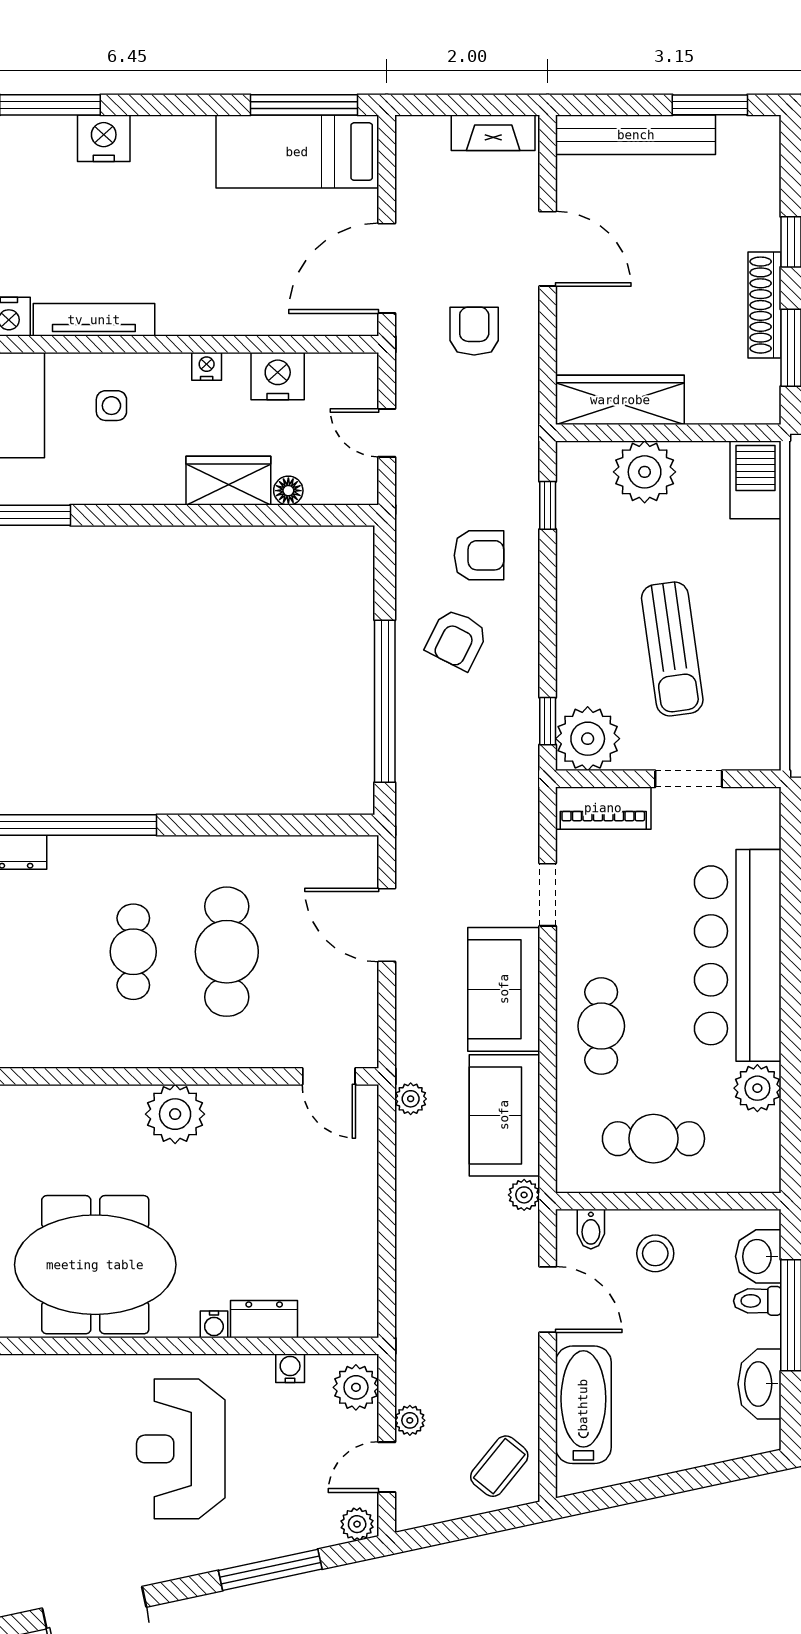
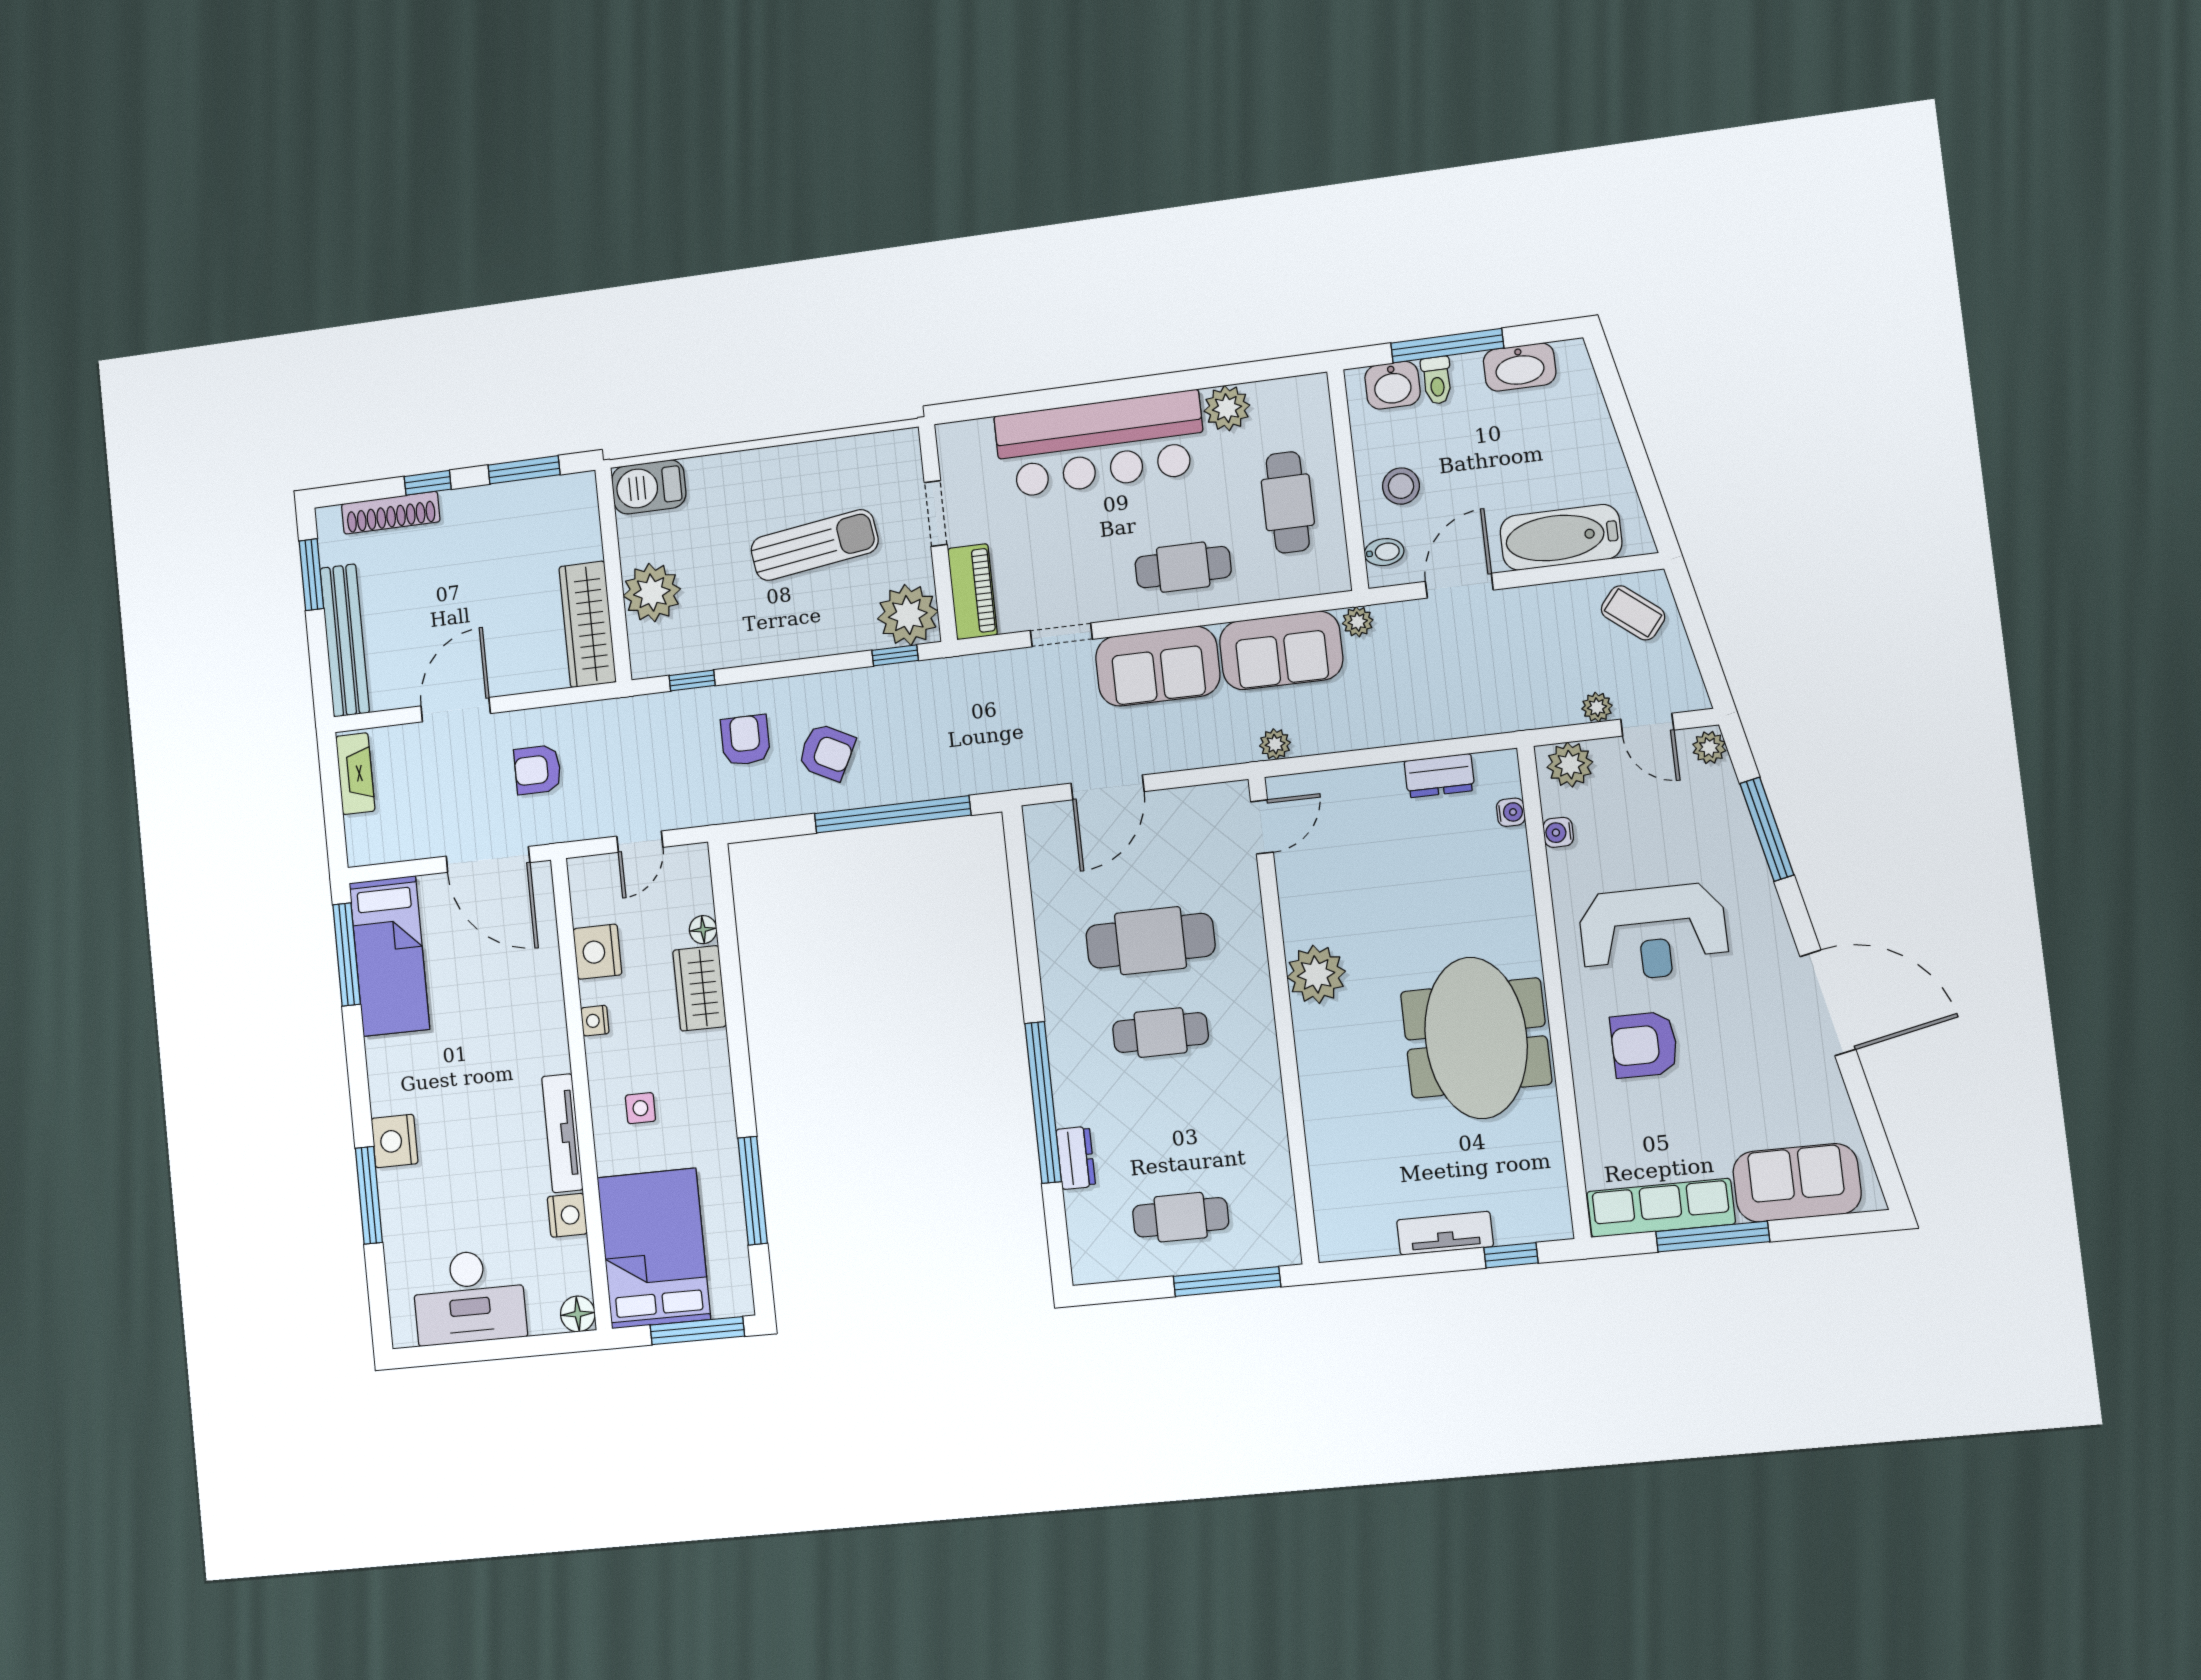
shoe rack: (765, 305) -> (391, 513), moved
dresser: (264, 1319) -> (1439, 776), moved, turned -90
water cooler: (214, 1324) -> (1511, 812), moved
armchair: (72, 1427) -> (1644, 1045), added

